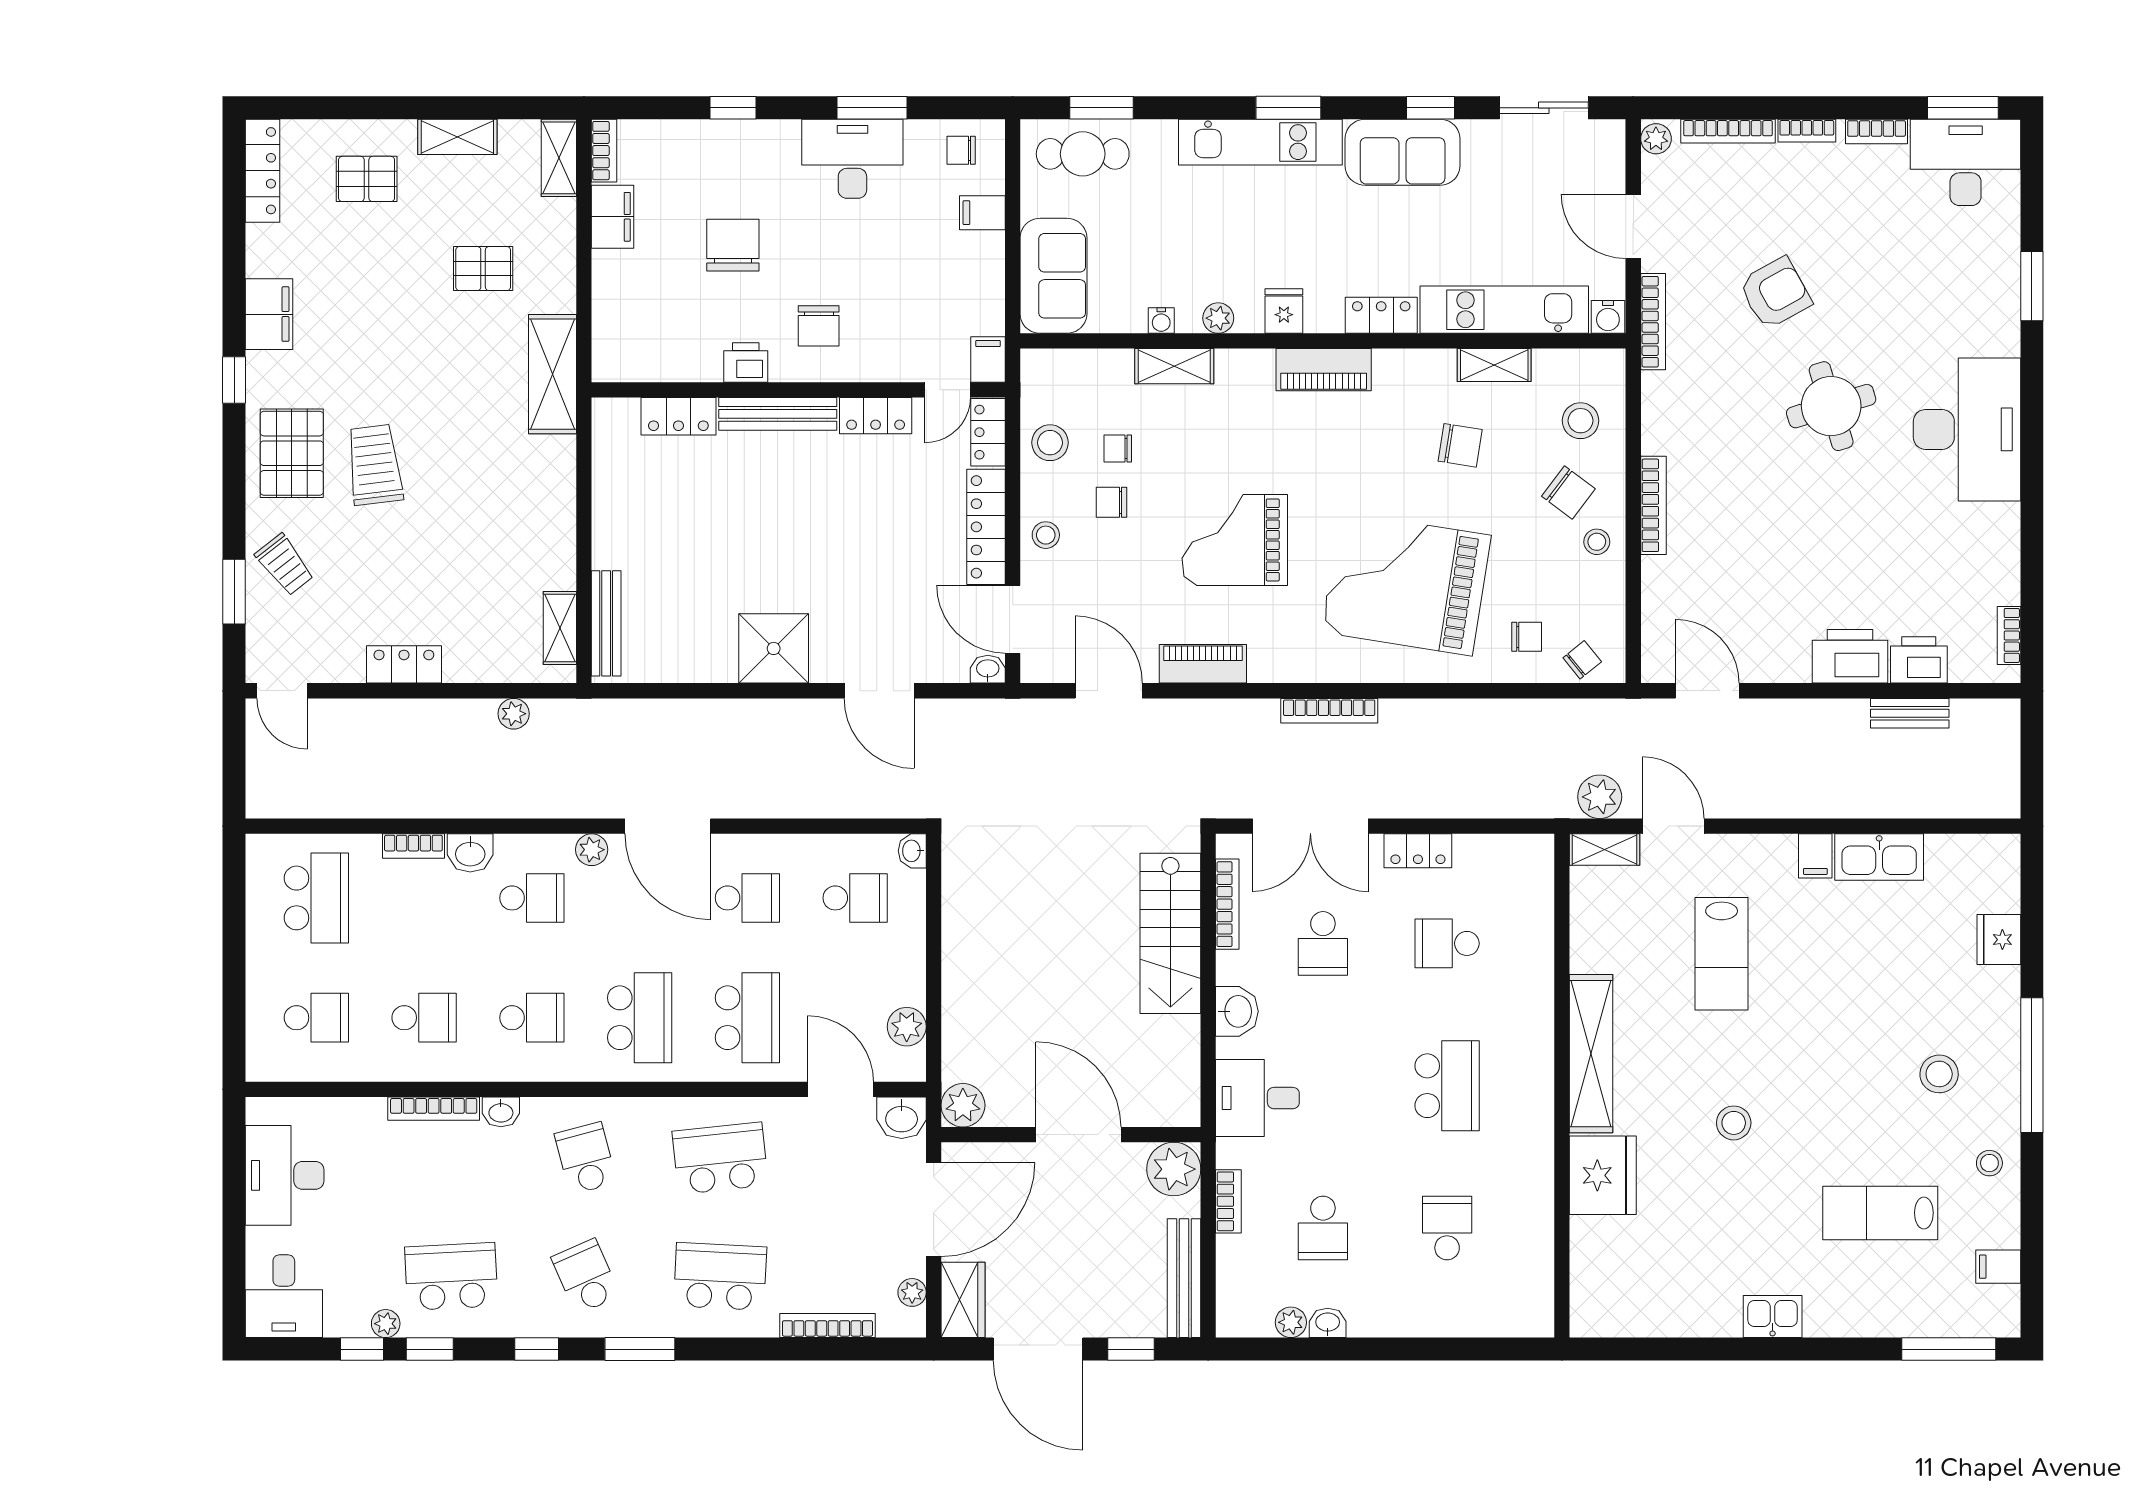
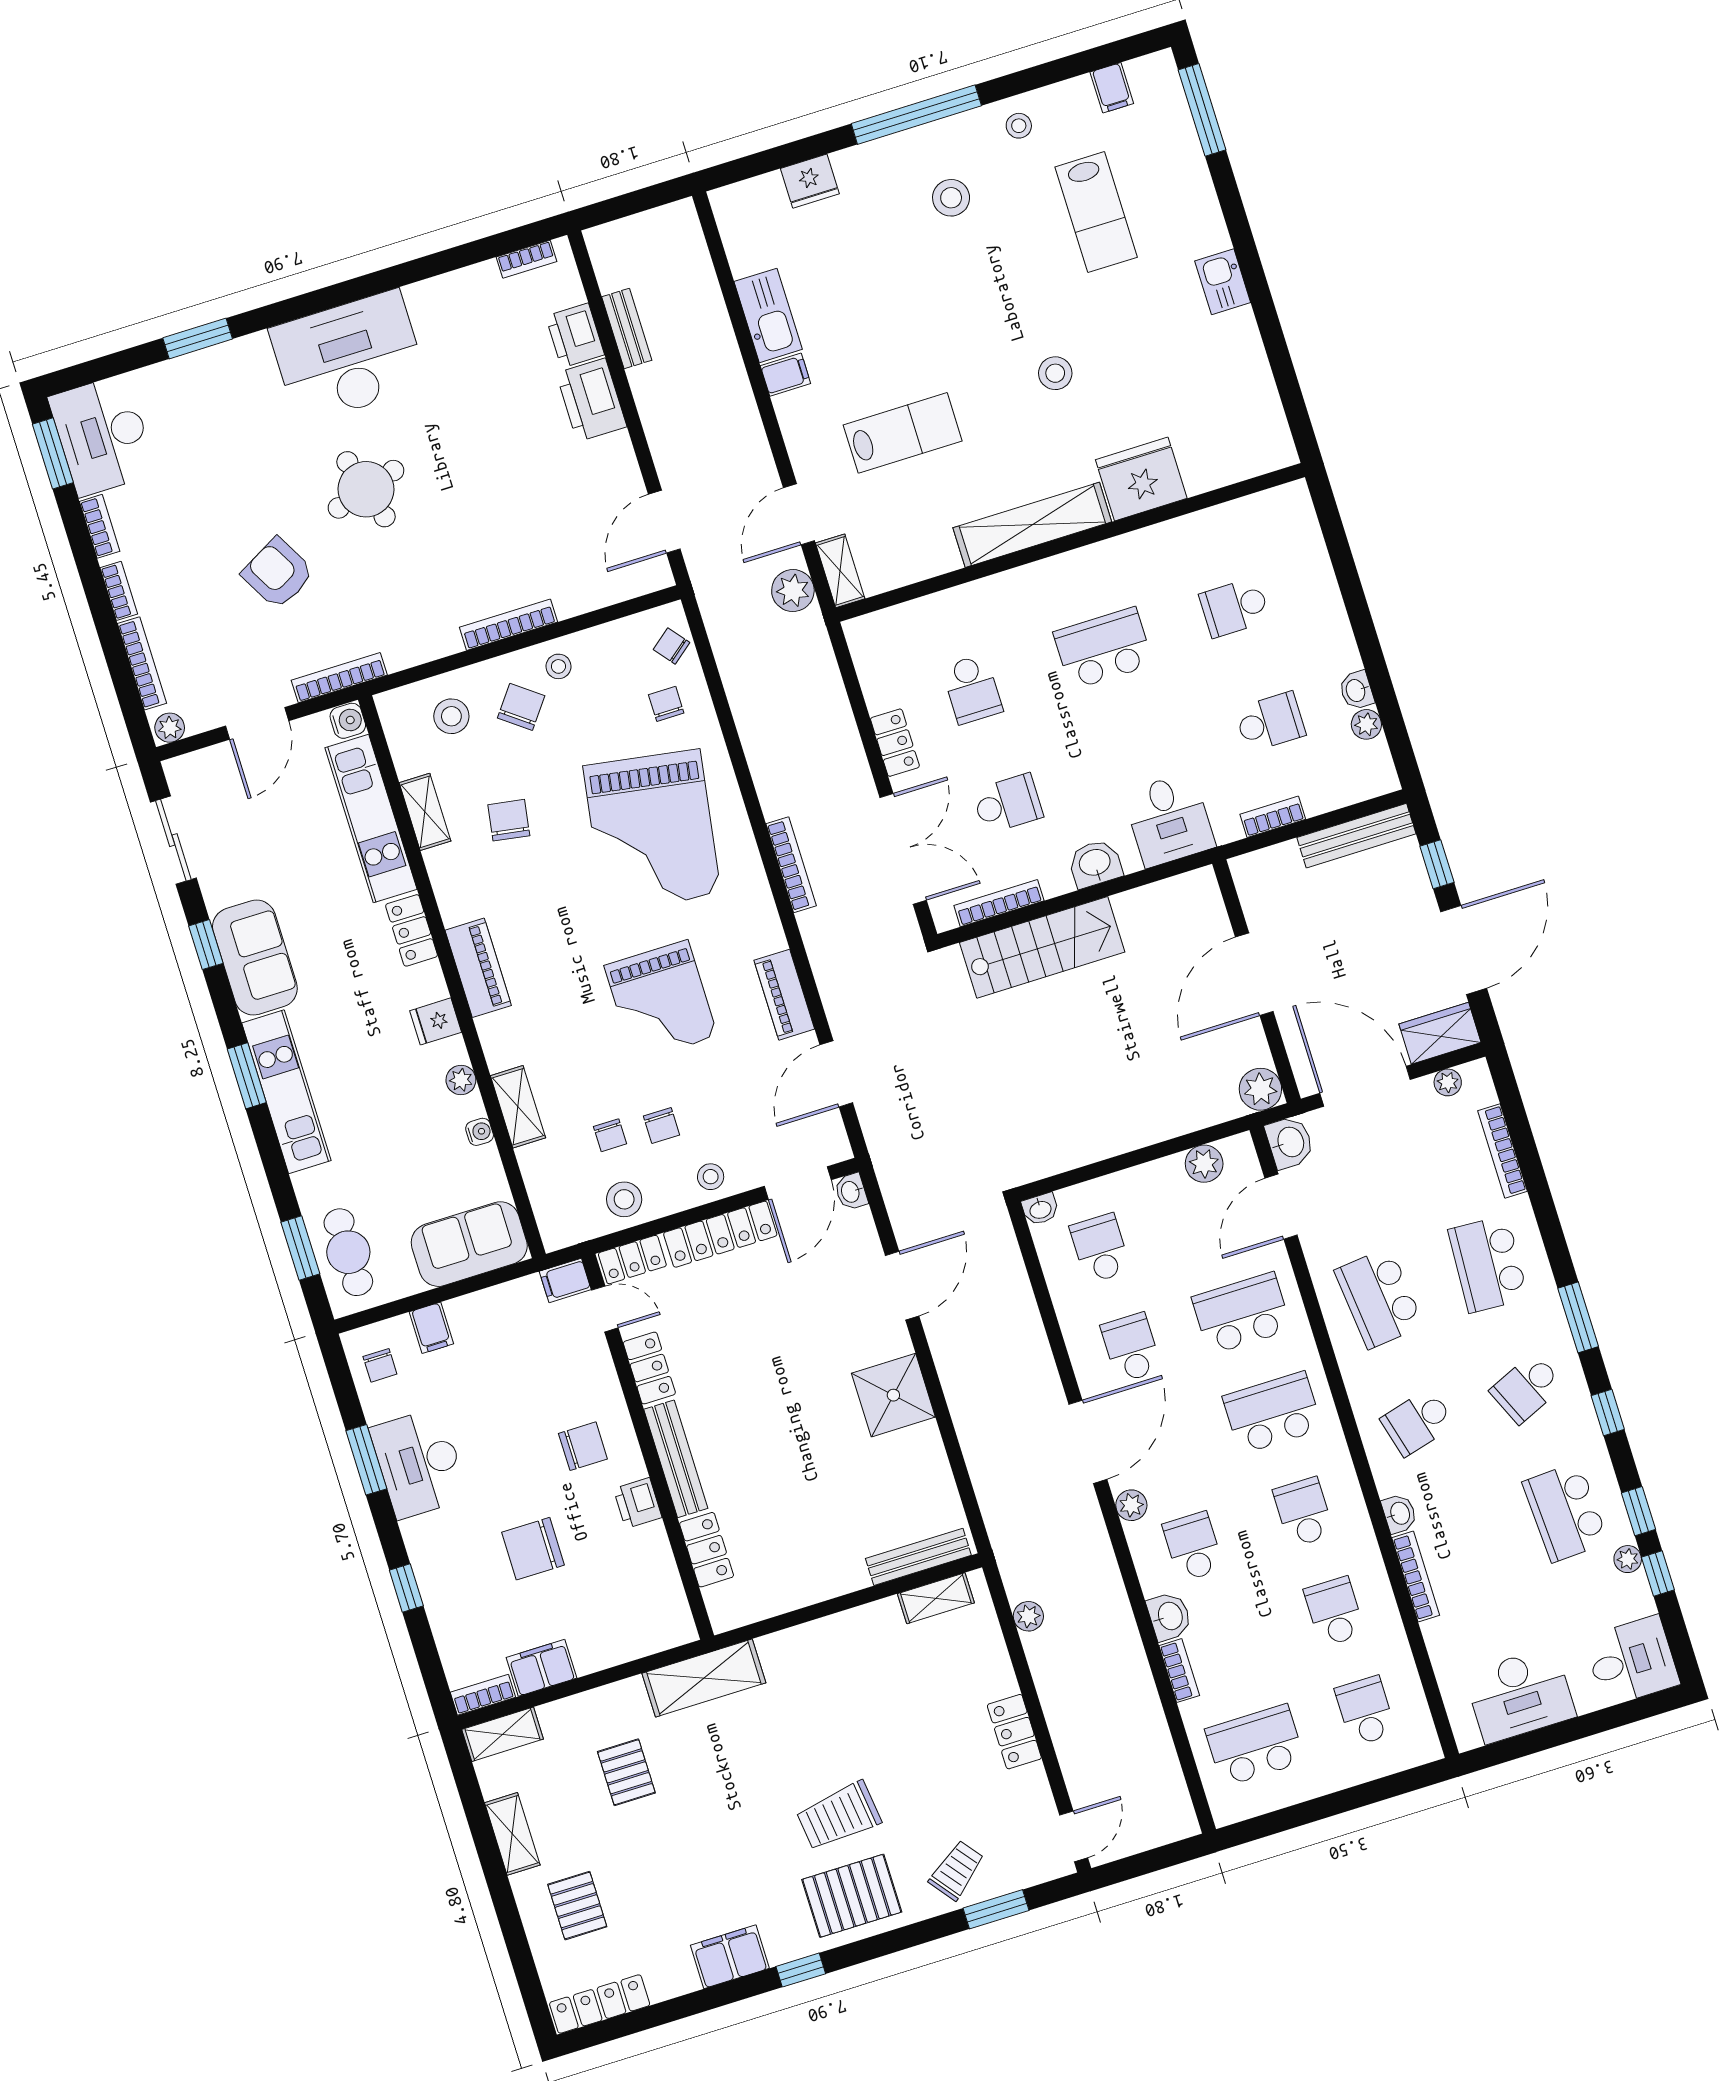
plant: (1174, 1169) -> (1259, 876), removed

